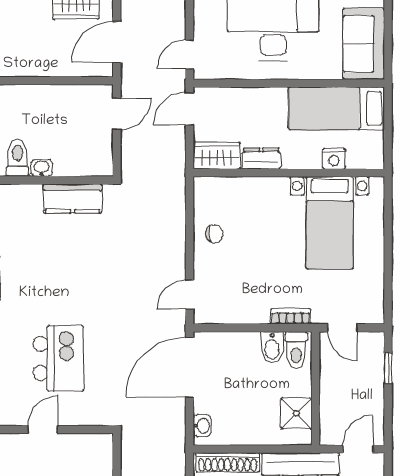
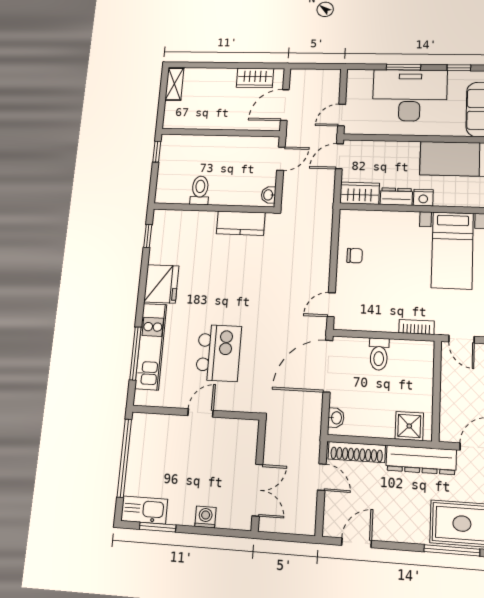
nightstand: (334, 159) -> (423, 198), moved
washbasin: (42, 168) -> (269, 195), moved, turned -90
bidet: (272, 347) -> (400, 353), removed
toilet: (296, 350) -> (379, 354), moved
shower: (296, 413) -> (409, 426), moved

